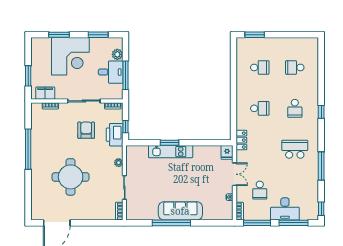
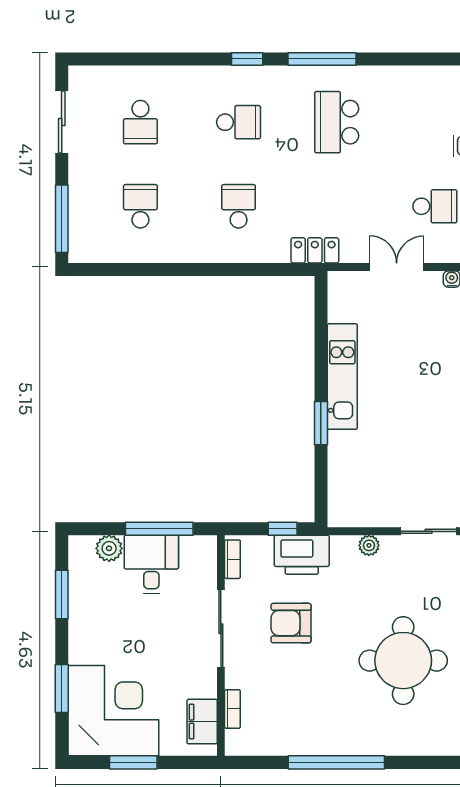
window: (255, 35) -> (62, 219), width x1.44
sliding door: (295, 35) -> (62, 122), added
corner desk: (70, 56) -> (113, 711), moved
window: (28, 76) -> (133, 762), moved
kitchen unit: (171, 152) -> (342, 377), moved
fridge: (227, 152) -> (344, 285), removed
window: (321, 166) -> (322, 59), moved

